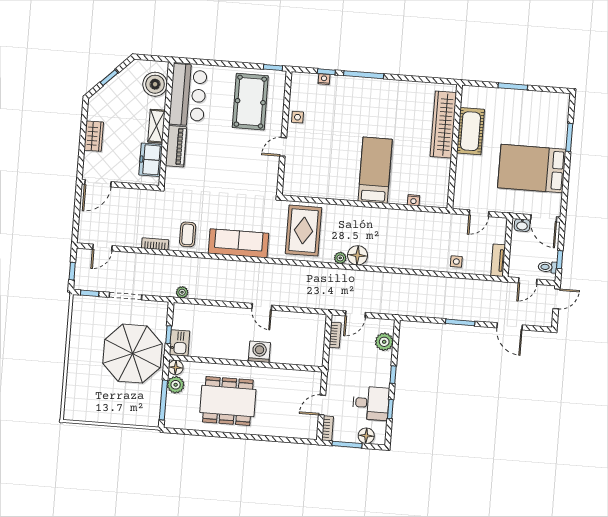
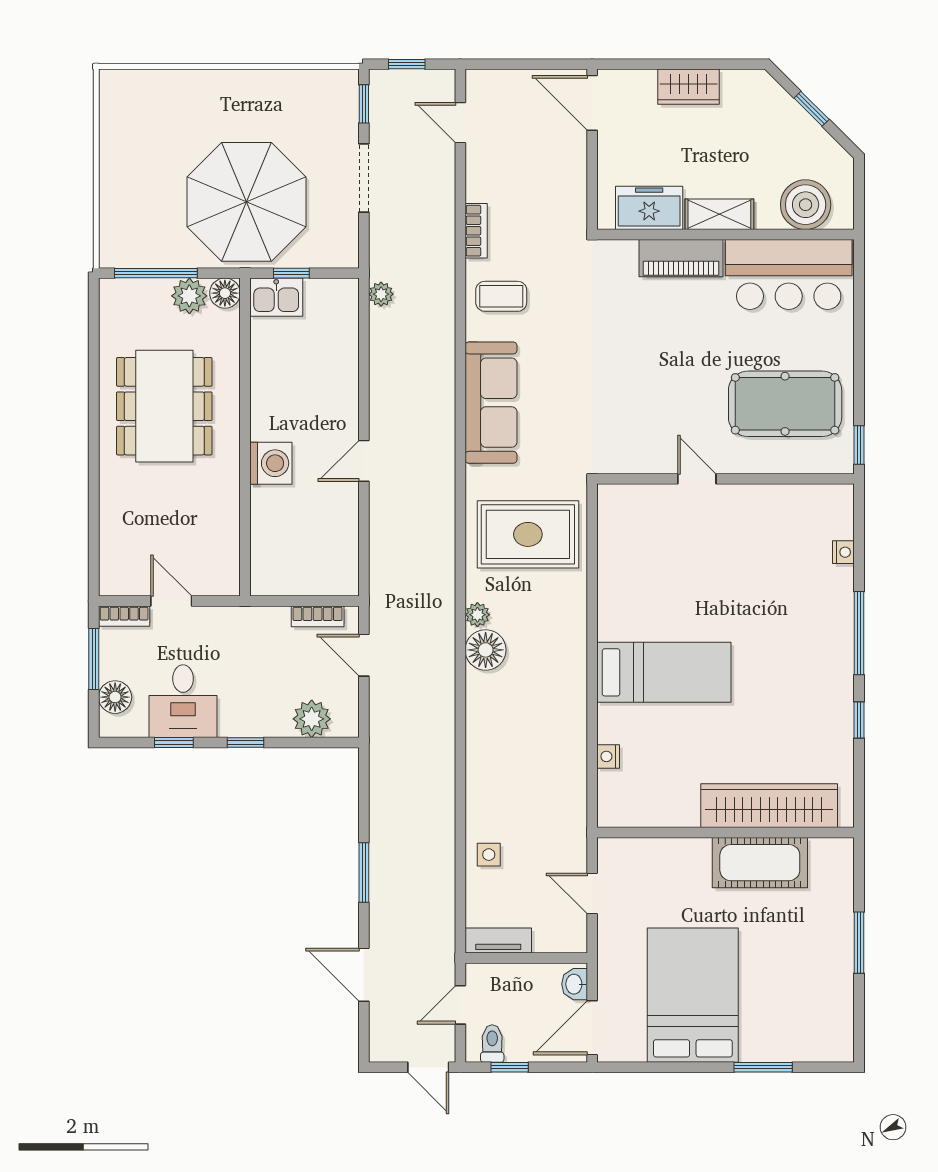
window: (326, 72) -> (859, 720), moved
side table: (298, 117) -> (761, 504), removed
door: (528, 281) -> (460, 1005), hinge flipped
door: (510, 326) -> (364, 975), hinge flipped

